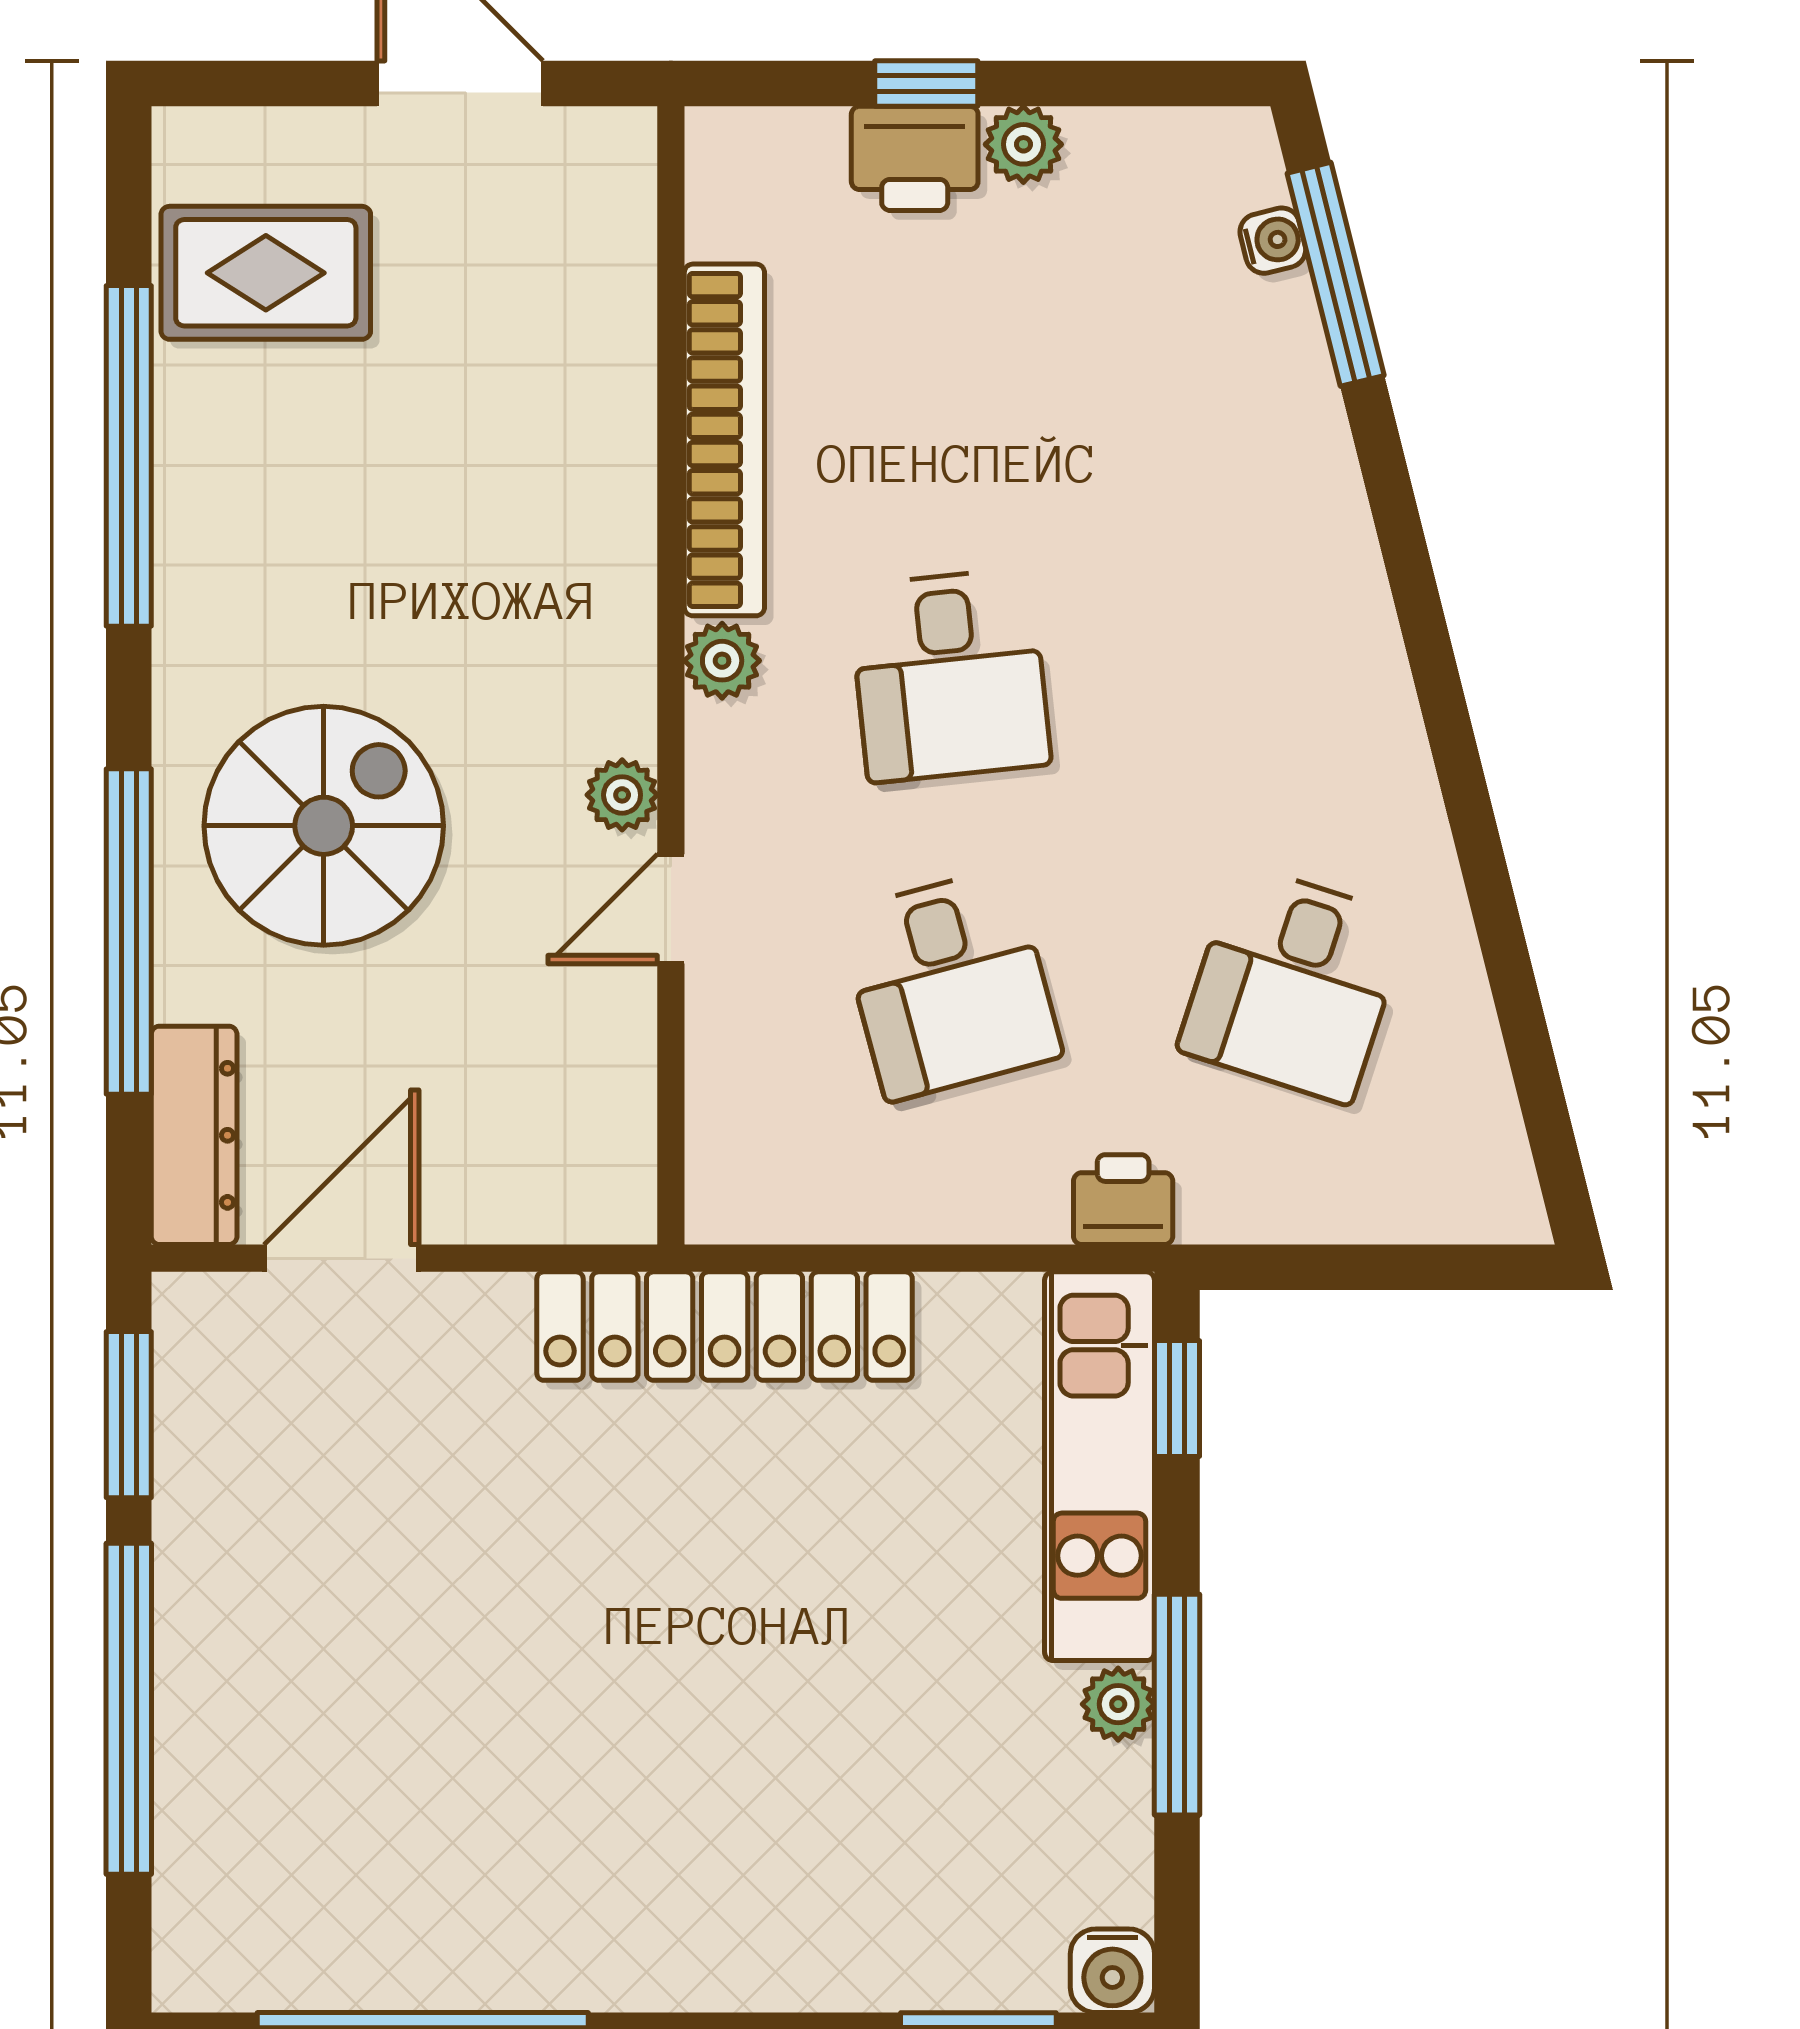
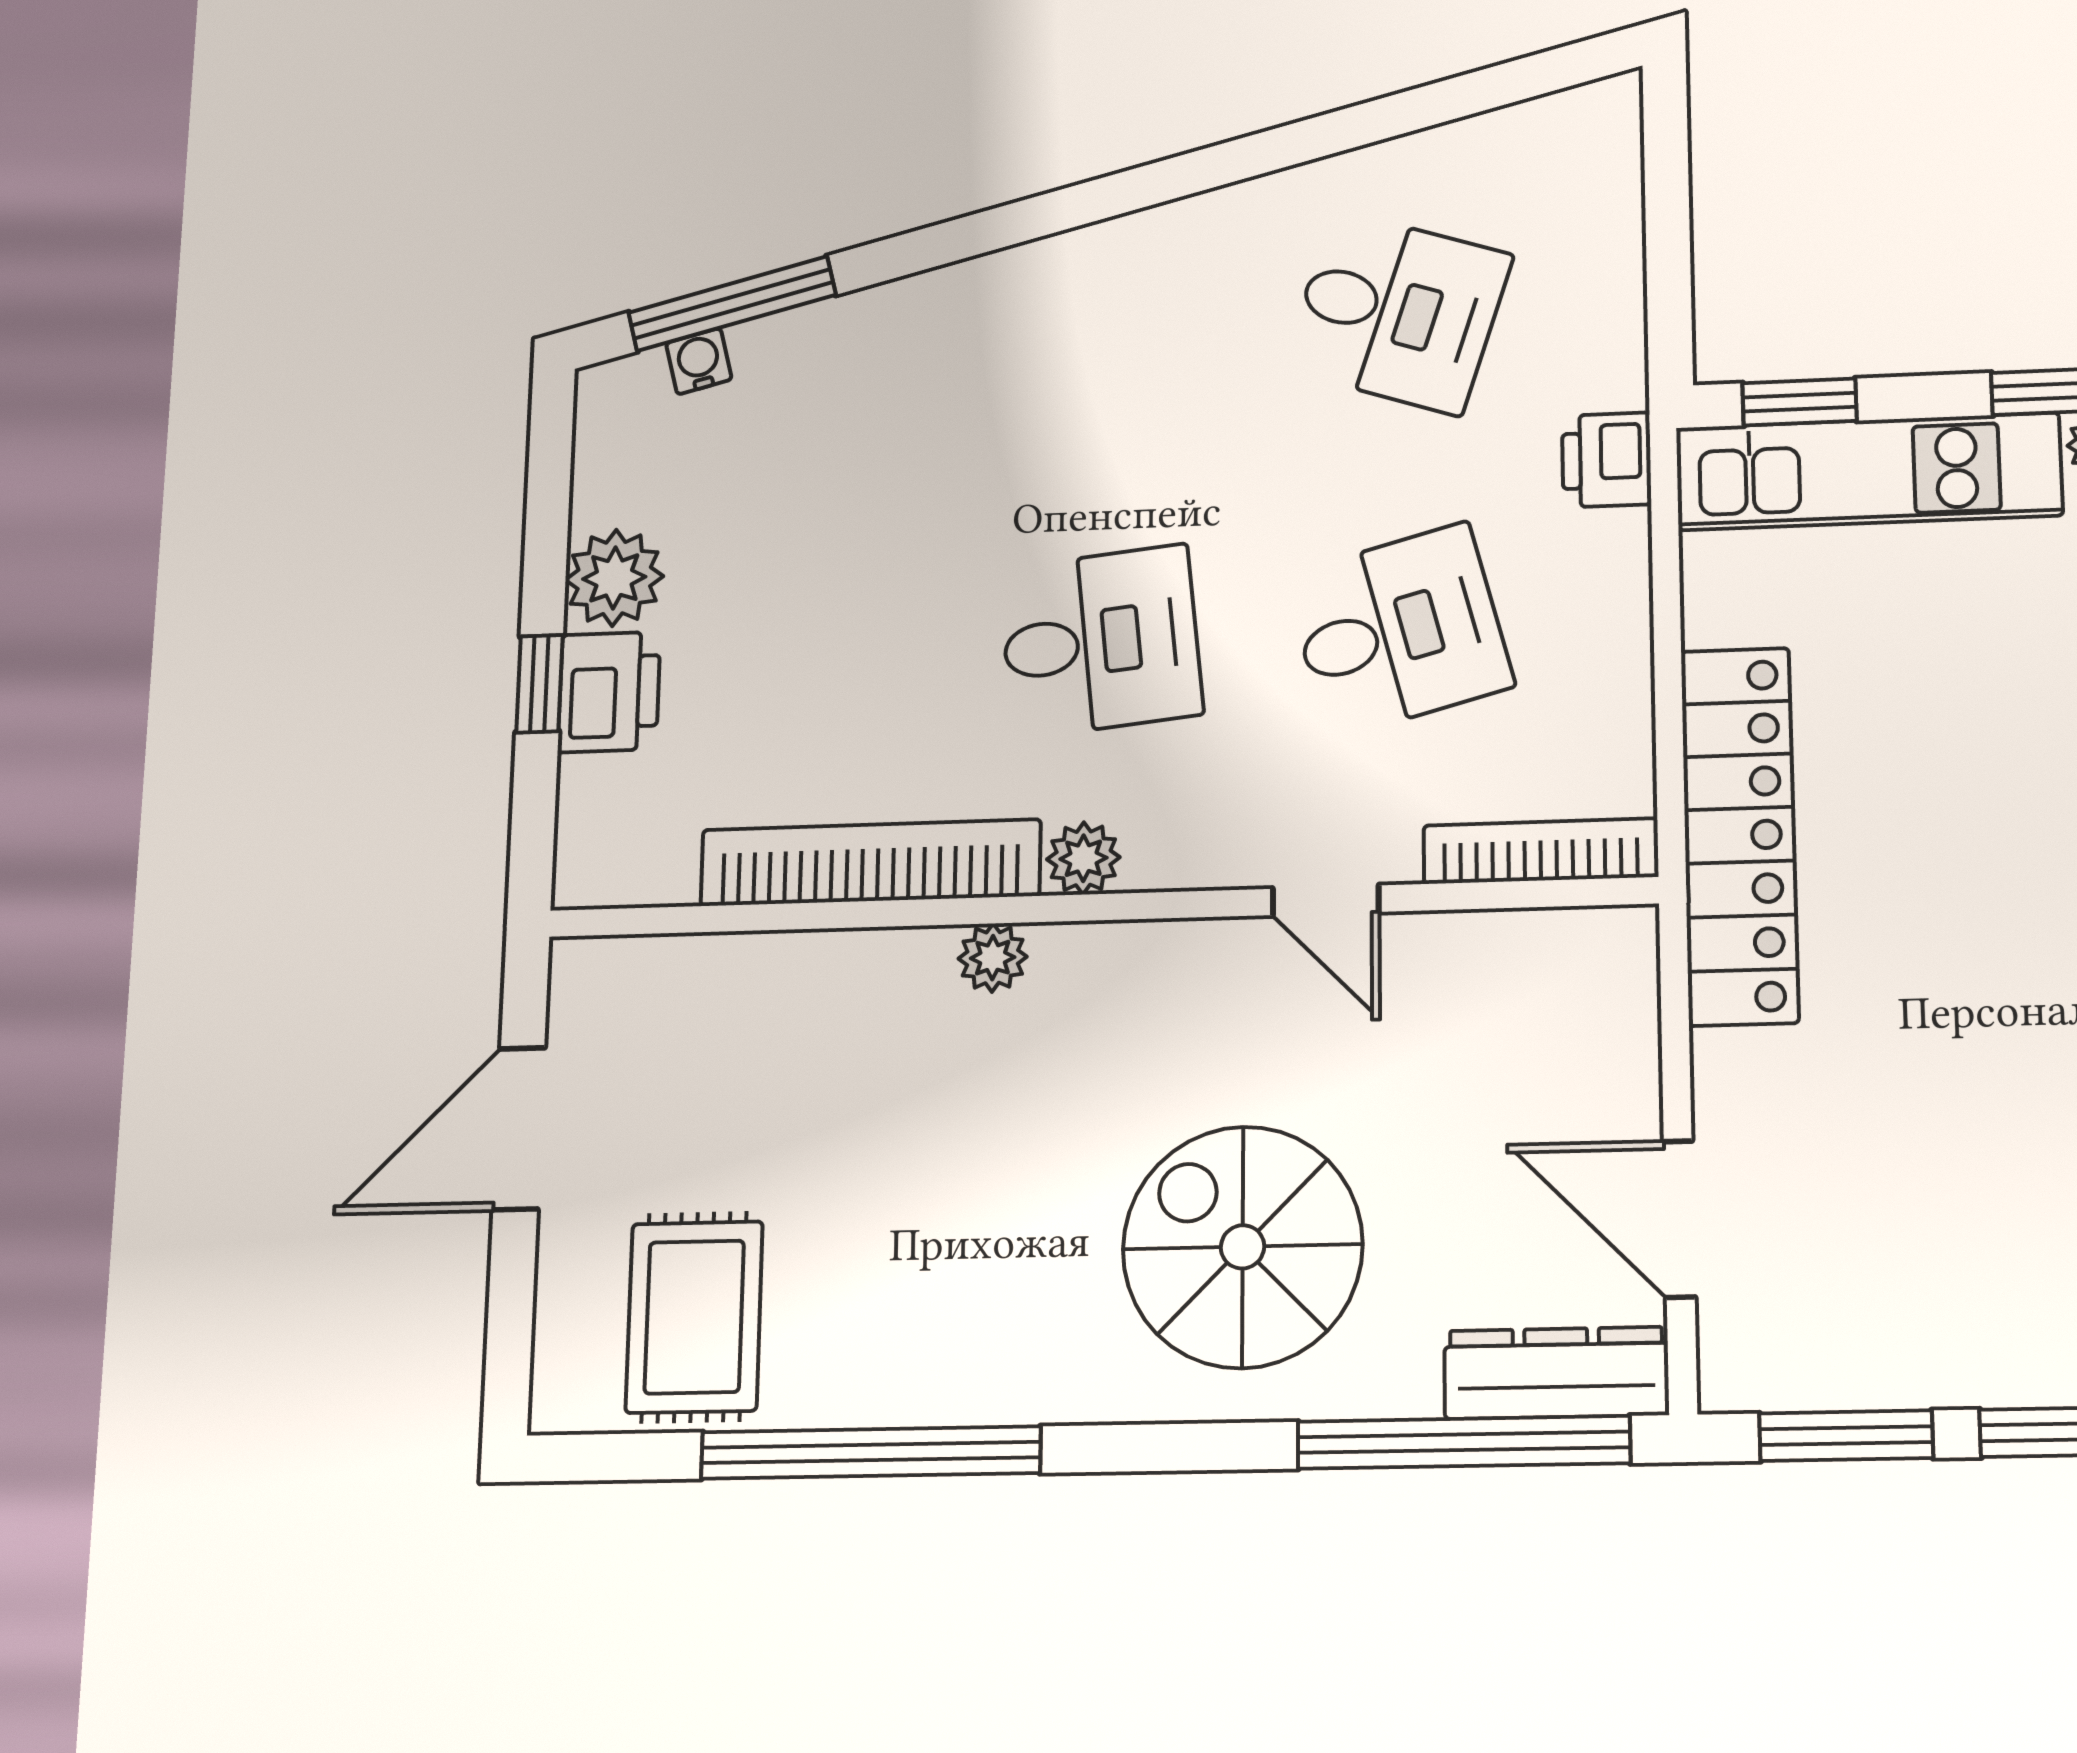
plant: (1023, 144) -> (614, 578), width x1.38, depth x1.38
plant: (622, 795) -> (993, 958), moved
window: (129, 932) -> (1463, 1442), moved
bookcase: (715, 1127) -> (1541, 851), added

